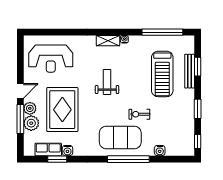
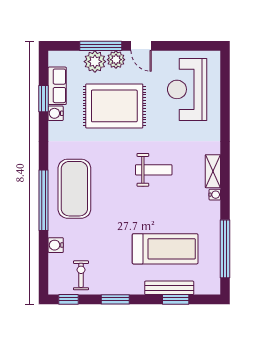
treadmill: (162, 74) -> (165, 249), turned 180
exercise bike: (139, 114) -> (81, 275), moved

